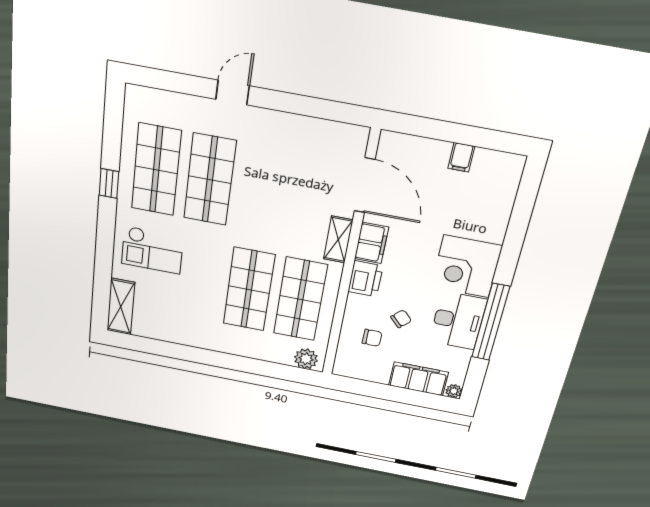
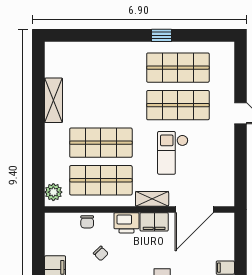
checkout: (152, 250) -> (173, 153), moved
shelving: (121, 307) -> (54, 100), moved, turned 90
chair: (372, 338) -> (87, 222), moved

